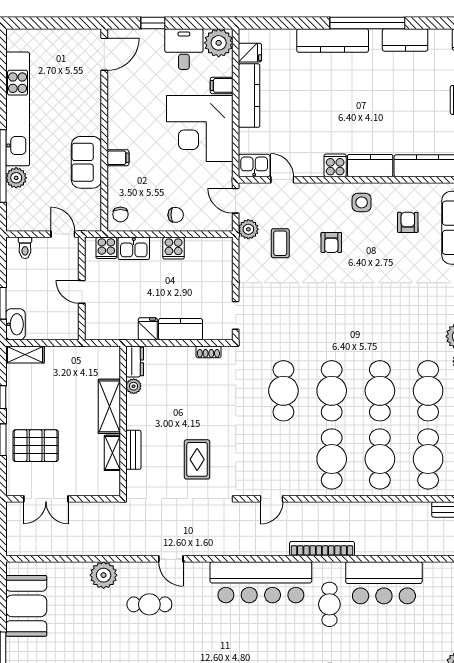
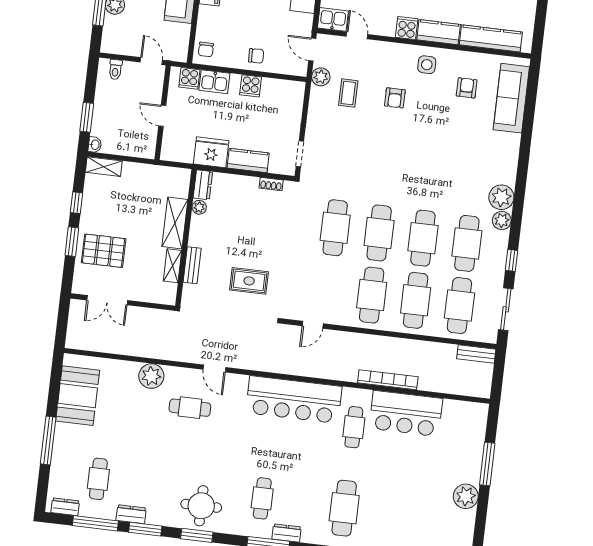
washbasin: (15, 324) -> (95, 145), width x0.52, depth x0.69
fridge: (148, 329) -> (211, 152), width x1.88, depth x1.34
rug: (197, 459) -> (249, 281), turned 90
bookcase: (322, 549) -> (388, 380), moved

